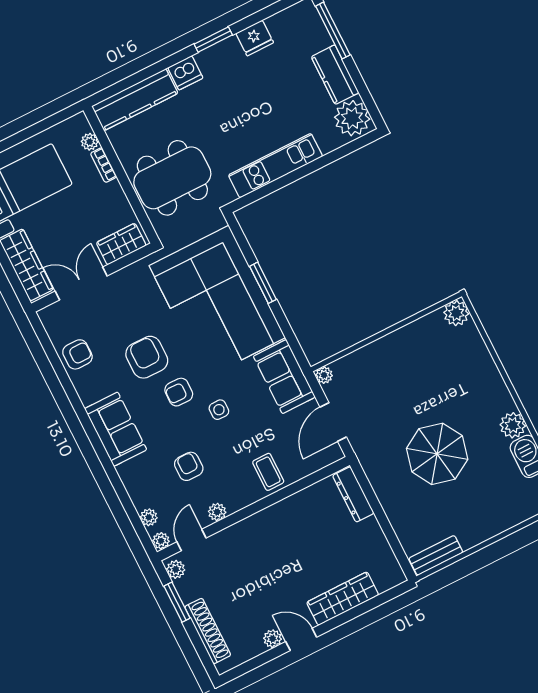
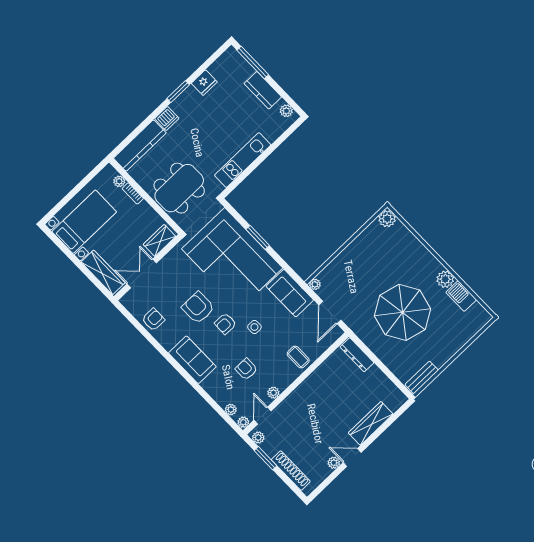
plant: (352, 118) -> (286, 111), width x0.53, depth x0.53
parasol: (437, 454) -> (403, 312), width x1.36, depth x1.36

